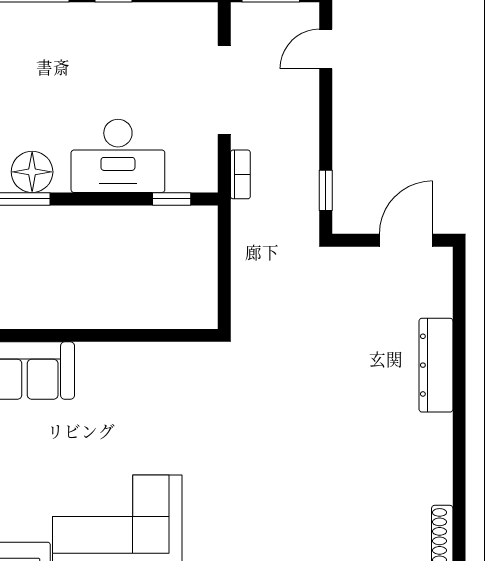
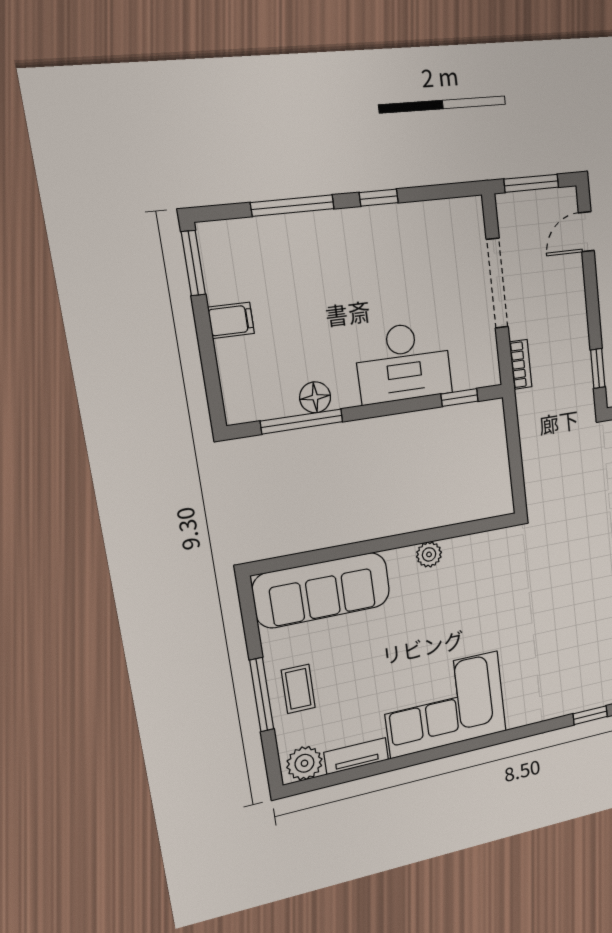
floor lamp: (32, 172) -> (315, 397), width x0.73, depth x0.73
plant: (120, 355) -> (429, 554), added

